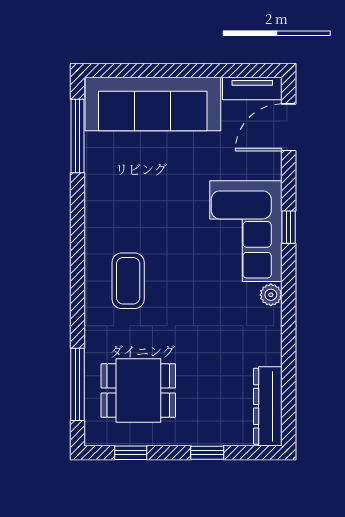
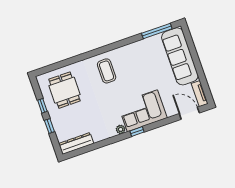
window: (289, 227) -> (137, 132), moved
coffee table: (128, 281) -> (107, 71), turned 90
window: (77, 384) -> (59, 65), removed
window: (131, 453) -> (42, 106), moved

